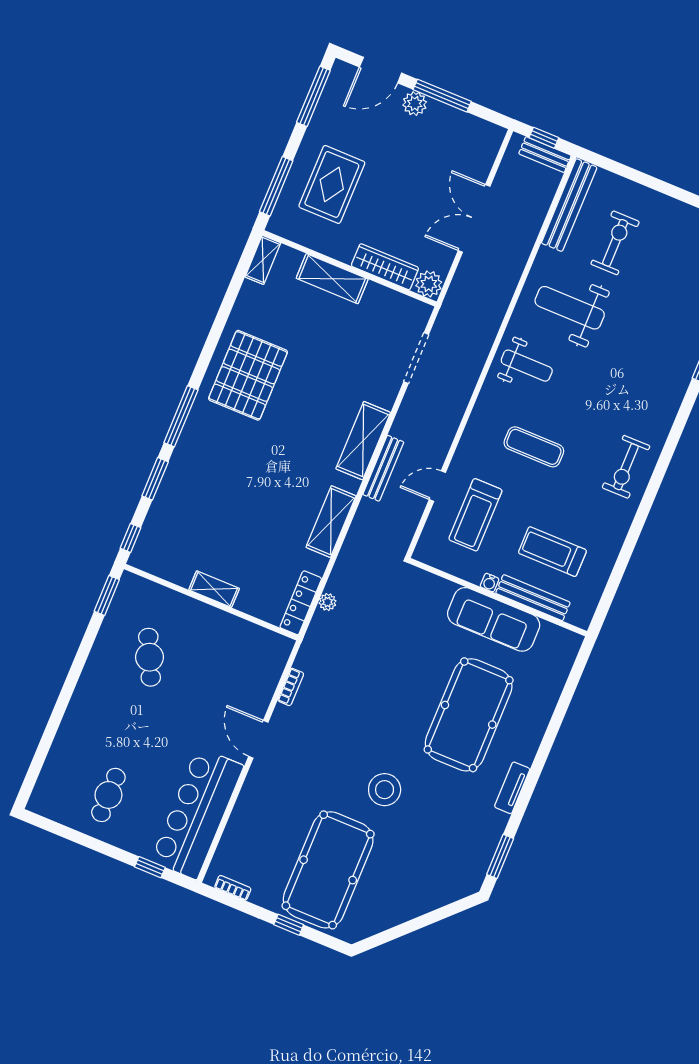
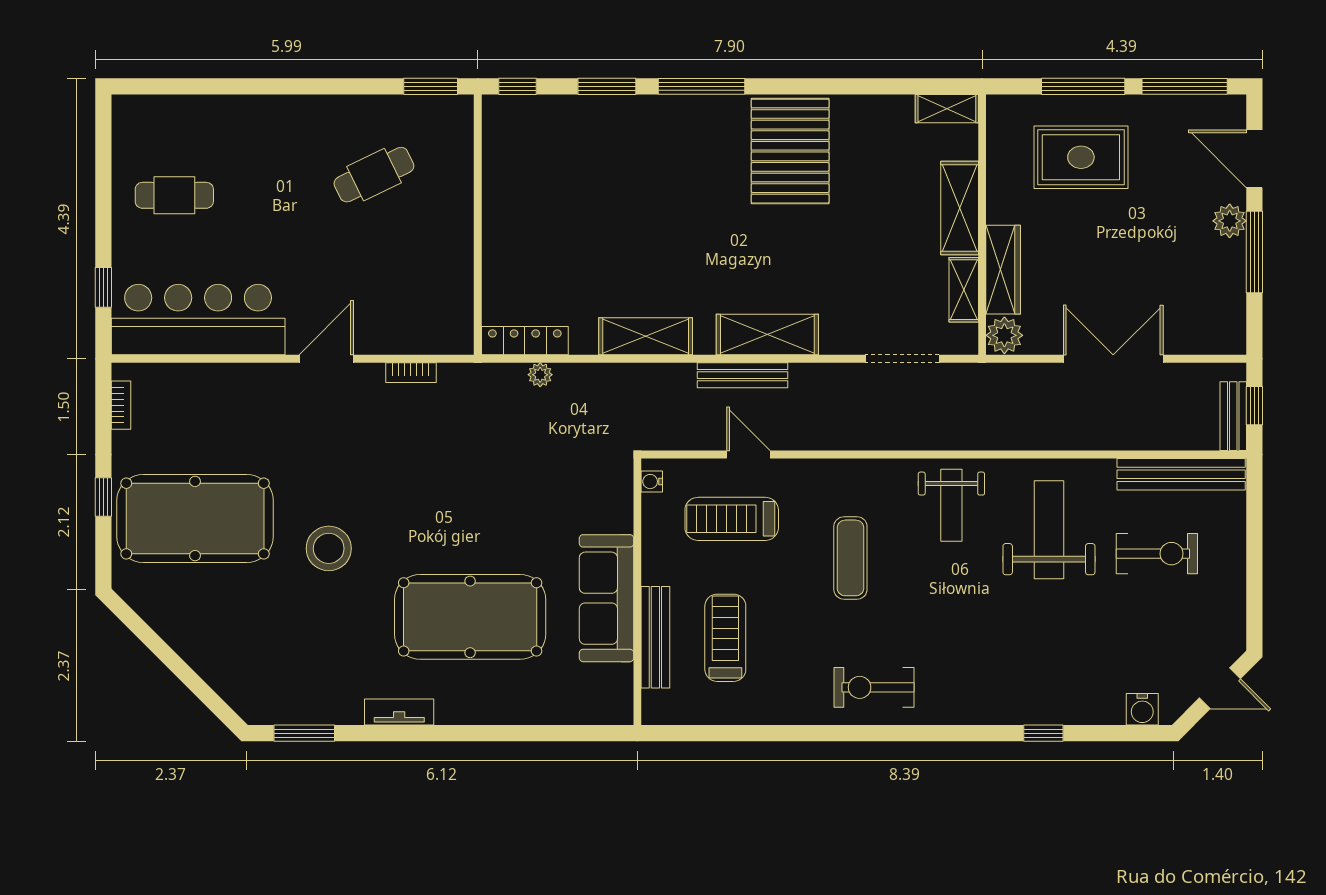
window: (276, 186) -> (1083, 86), moved
pallet: (248, 375) -> (790, 151), turned 90
water cooler: (490, 583) -> (652, 482), moved
shelving: (214, 589) -> (964, 290), moved

